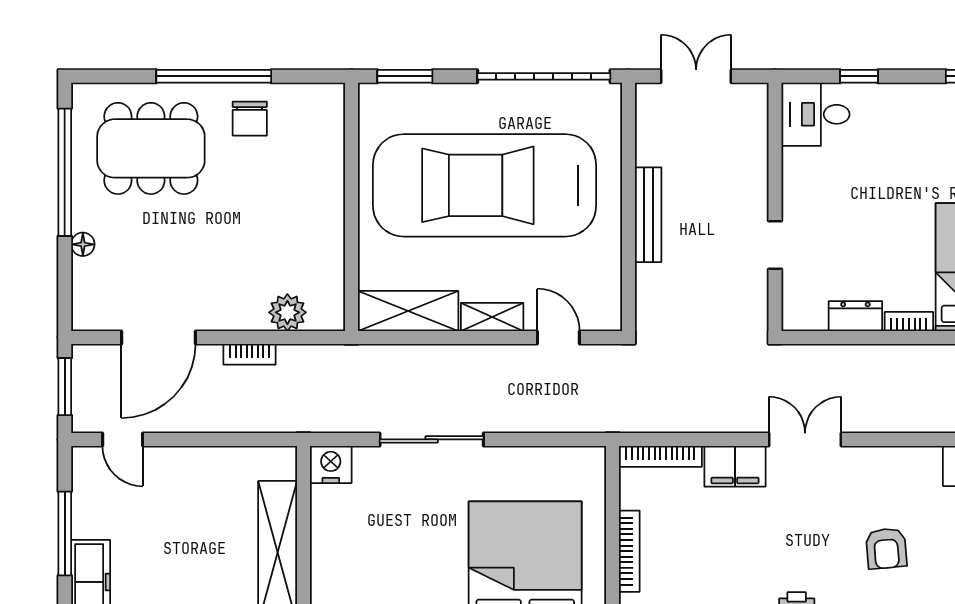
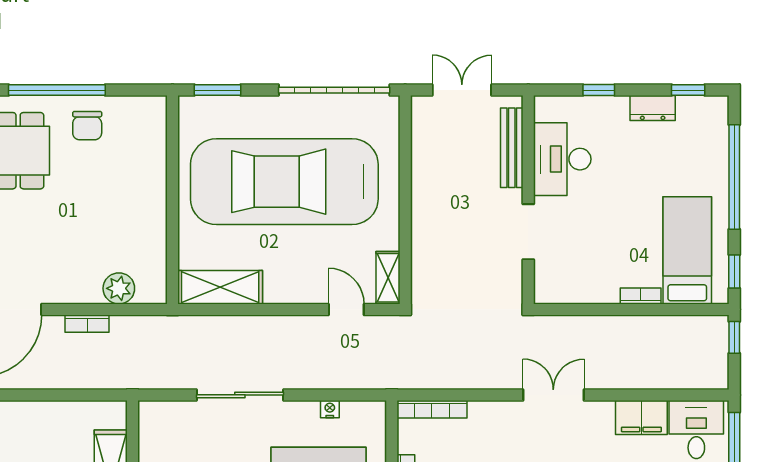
desk: (815, 114) -> (562, 159), moved, width x1.37
bench: (648, 215) -> (512, 148), moved
doorway: (775, 245) -> (528, 232), width x1.38
dresser: (855, 316) -> (653, 108), moved, turned 180
shelving: (492, 317) -> (388, 278), moved, turned 90
nightstand: (331, 464) -> (330, 409), moved, width x0.53, depth x0.56
filing cabinet: (735, 466) -> (641, 417), moved

